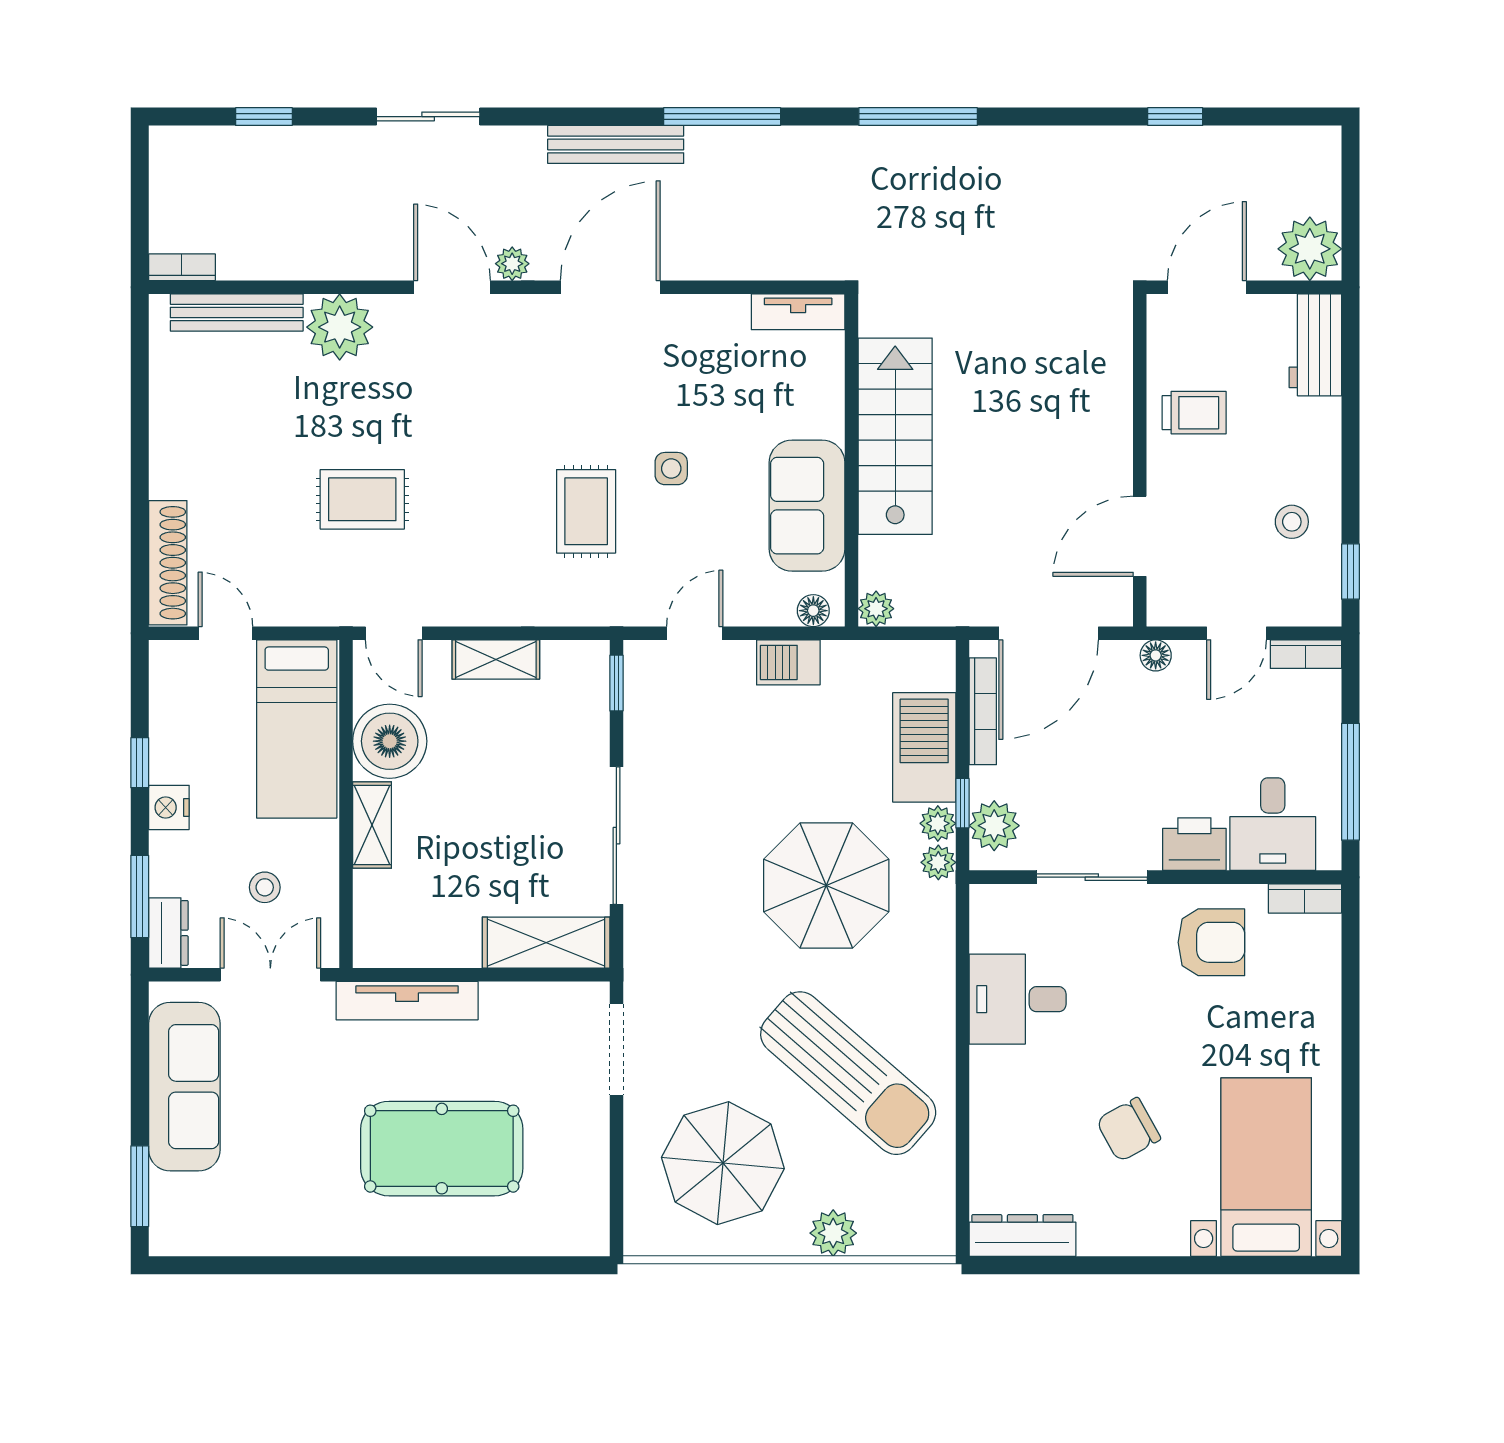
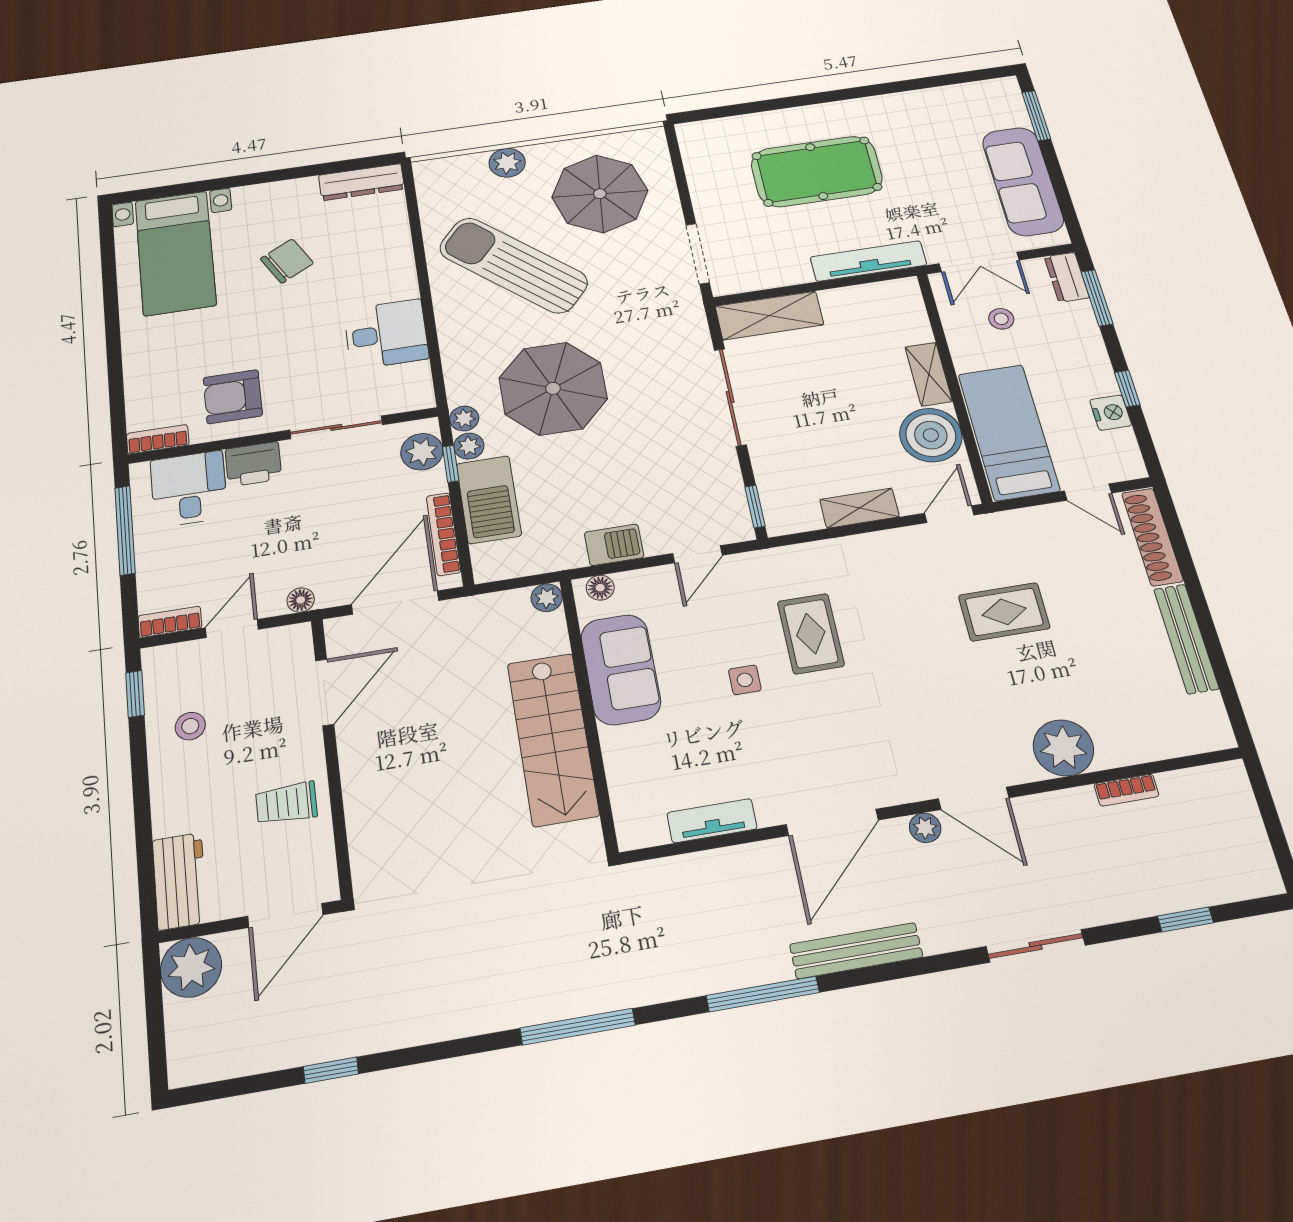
bookcase: (182, 267) -> (1126, 790), moved
tv unit: (798, 312) -> (712, 821), moved
bench: (237, 313) -> (1186, 639), moved, turned 90
door: (394, 633) -> (949, 514), hinge flipped
nightstand: (169, 807) -> (1111, 413), moved

